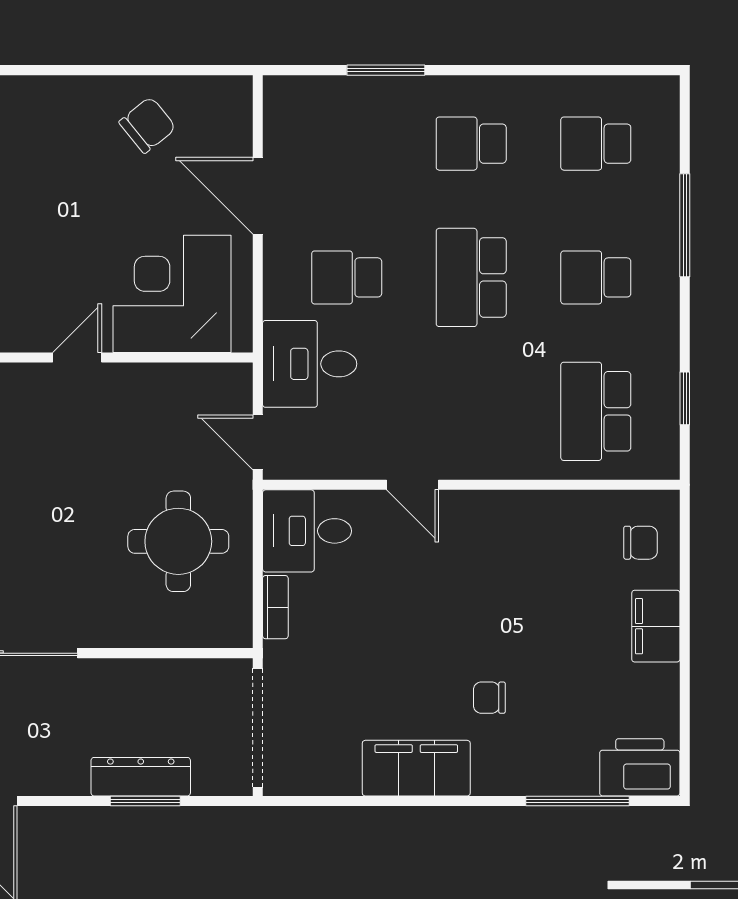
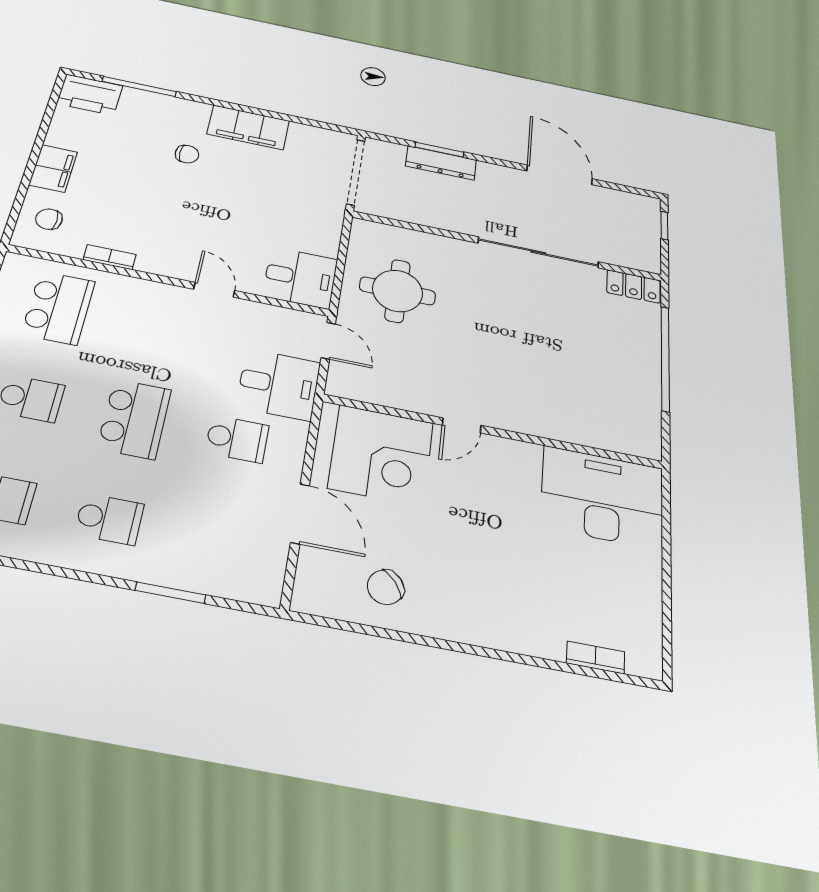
bookcase: (275, 607) -> (110, 257), moved, turned 90

